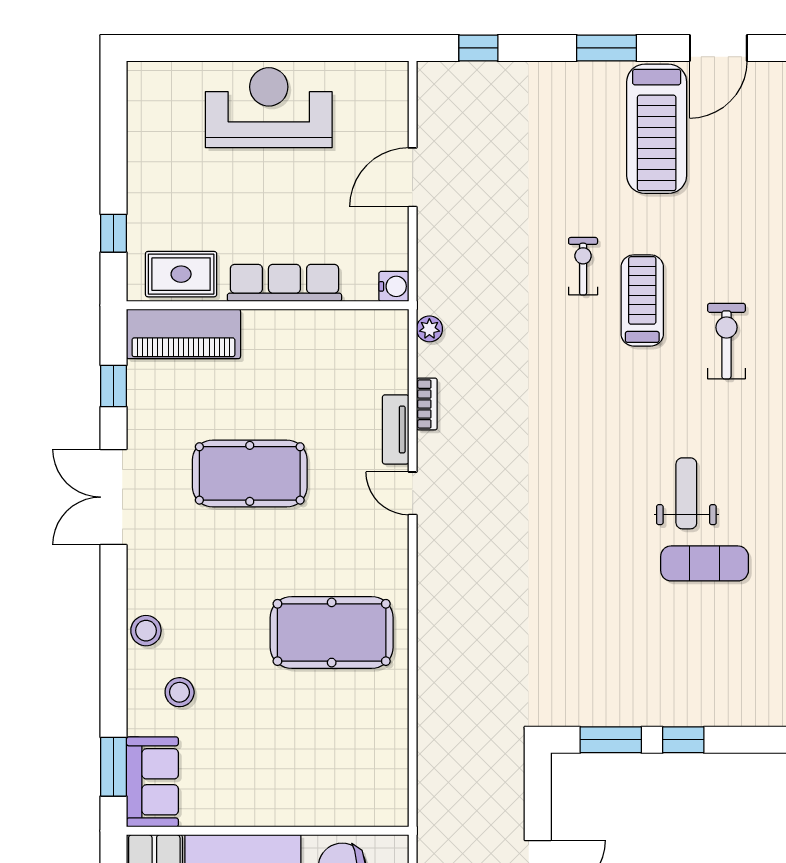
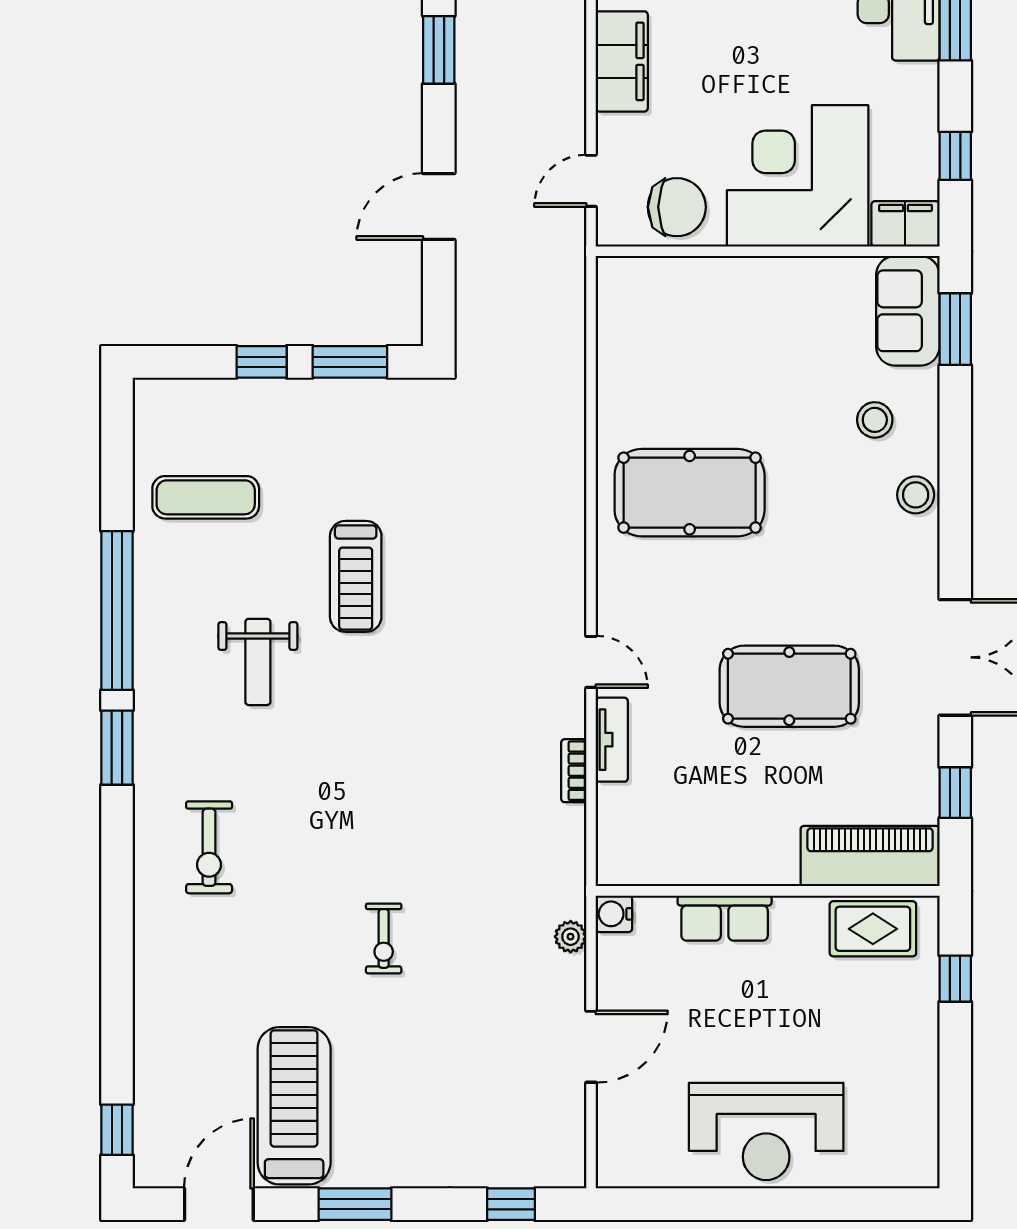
row of seats: (284, 283) -> (725, 918), width x0.68
treadmill: (642, 300) -> (356, 576), moved
plant: (429, 329) -> (571, 937), moved
exercise mat: (705, 563) -> (206, 497), moved

